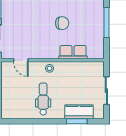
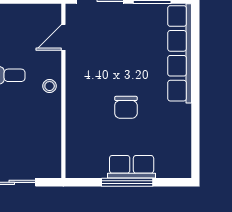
row of seats: (73, 52) -> (132, 167), moved, turned -90

